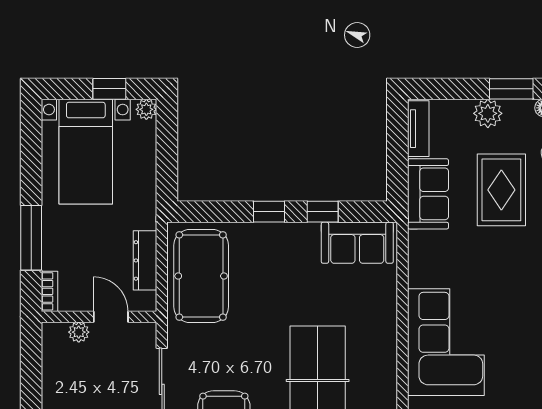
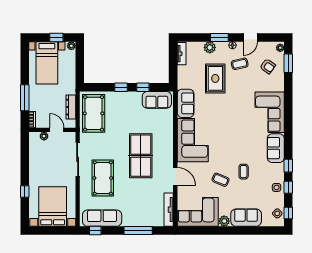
sofa: (428, 194) -> (186, 103), moved

